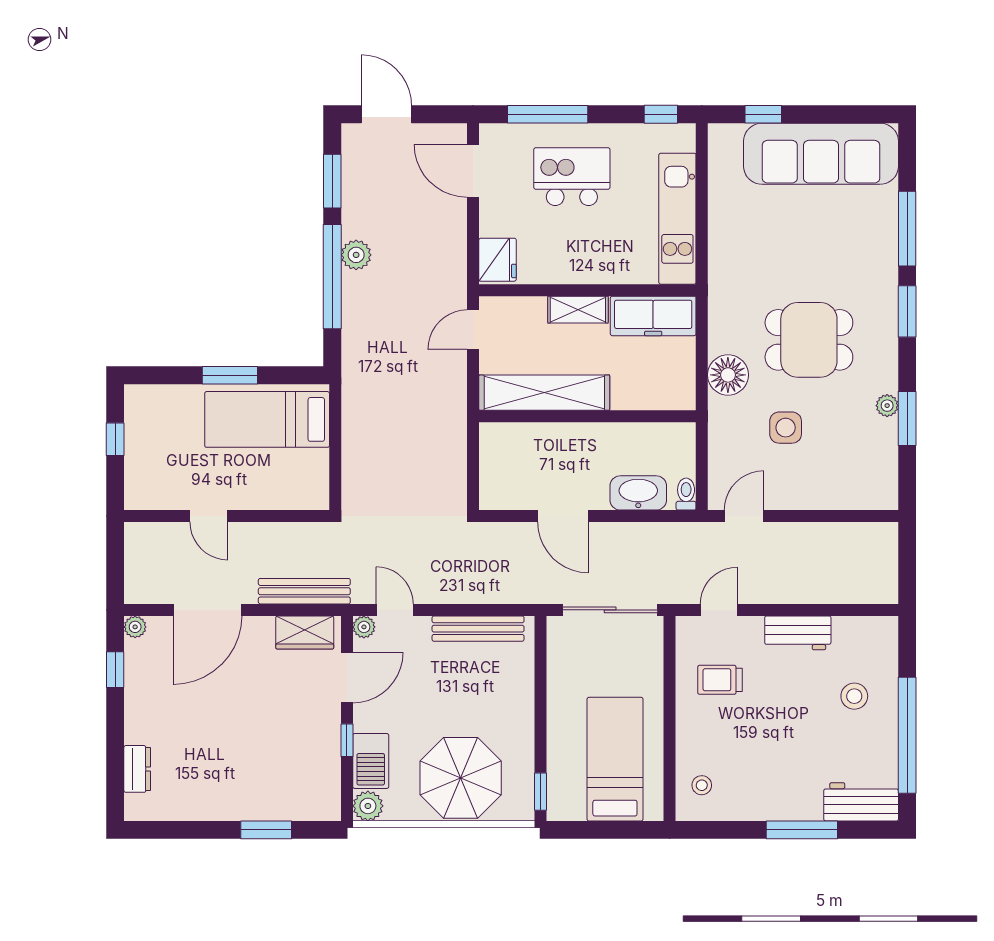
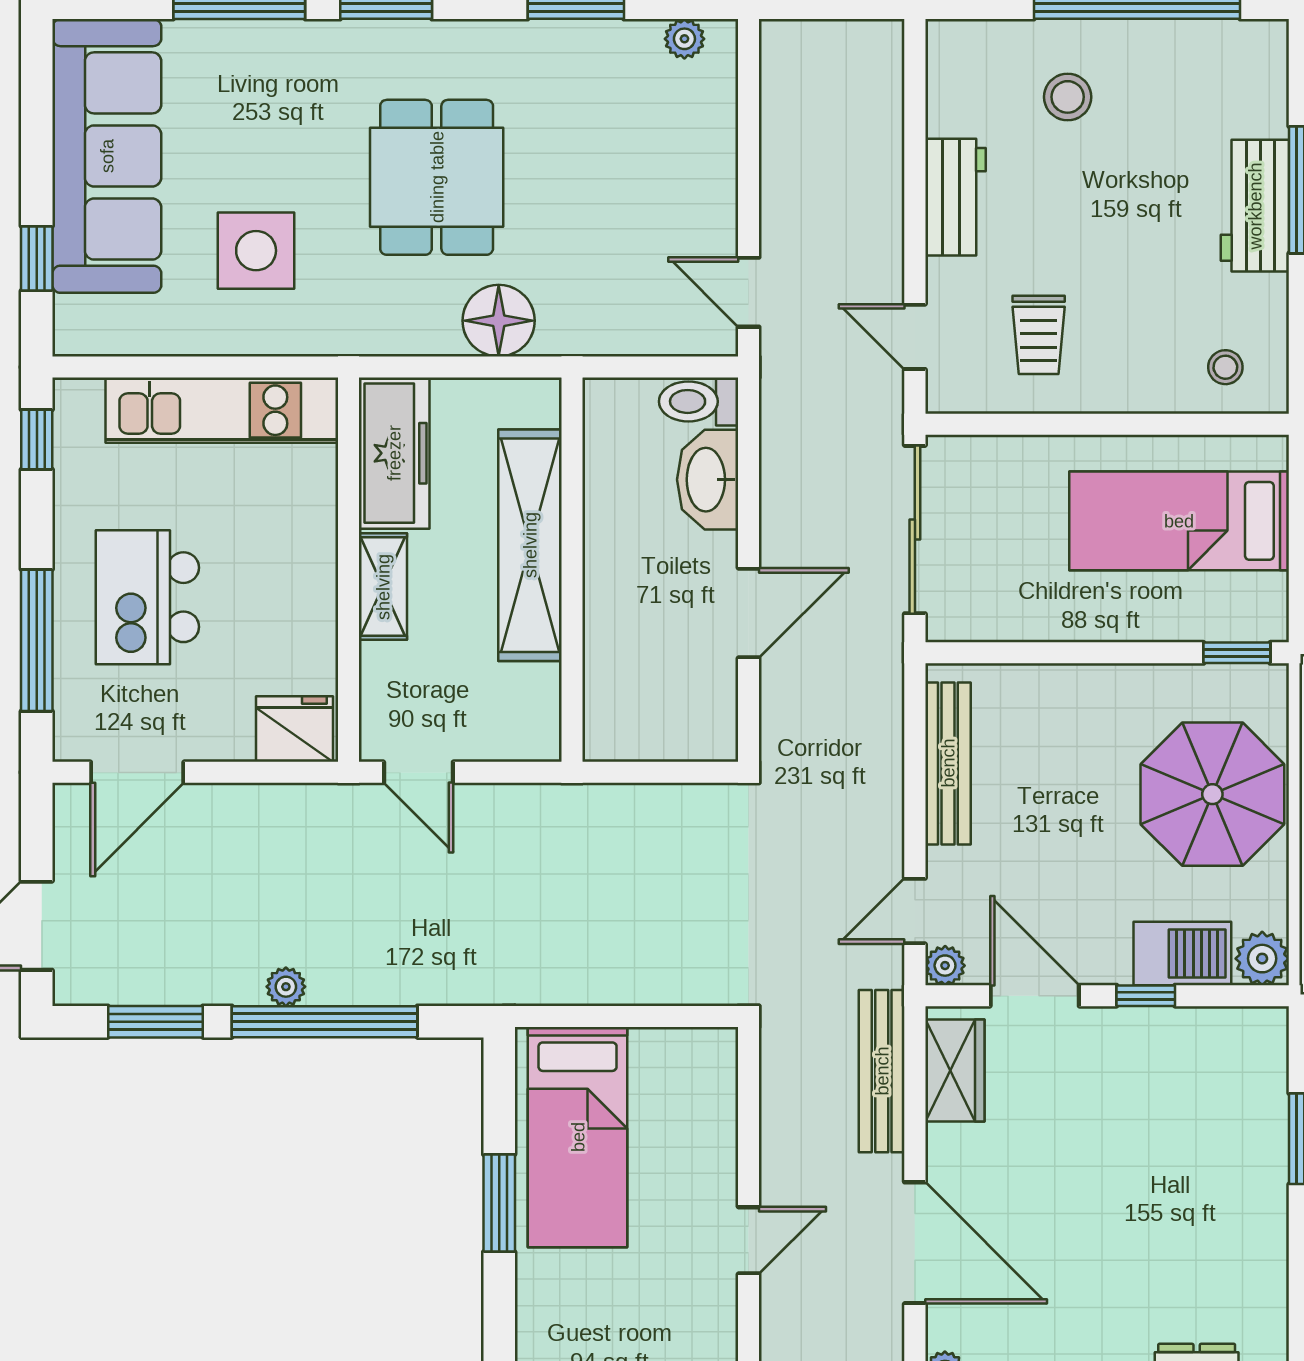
plant: (356, 255) -> (286, 987), width x0.73, depth x0.73
shelving: (544, 393) -> (530, 545), moved
plant: (887, 406) -> (684, 39), moved
side table: (786, 428) -> (256, 251), moved, width x1.37, depth x1.37
toilet: (686, 494) -> (699, 401), width x1.37, depth x1.39
workbench: (861, 802) -> (1255, 206), moved

